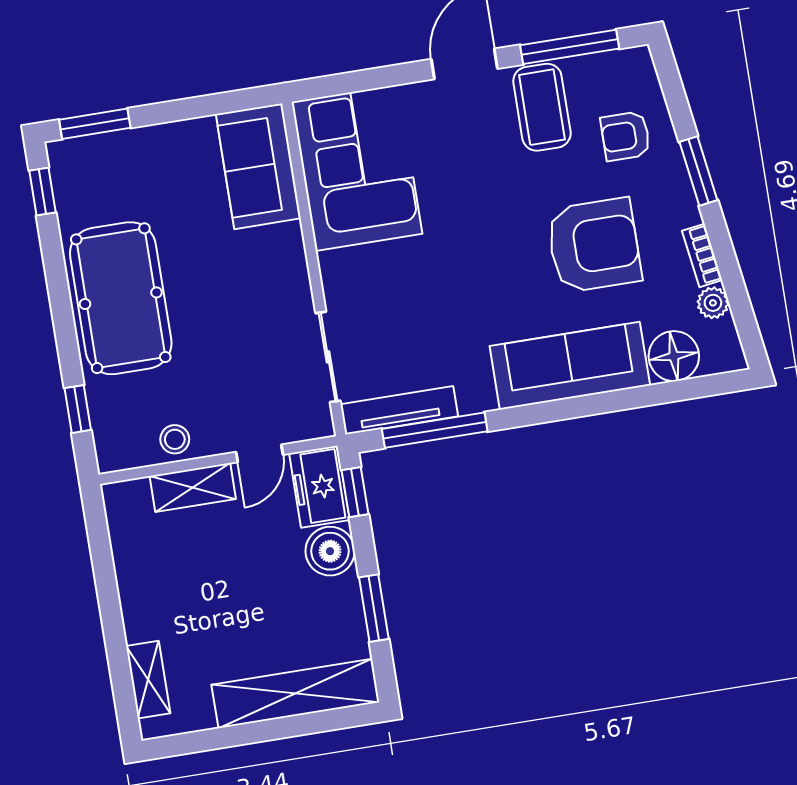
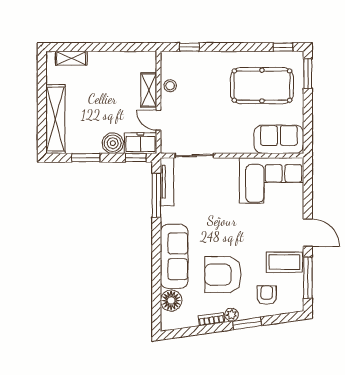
armchair: (594, 245) -> (223, 275), turned 90
pool table: (121, 298) -> (262, 86), moved
plant: (713, 303) -> (232, 315), moved

